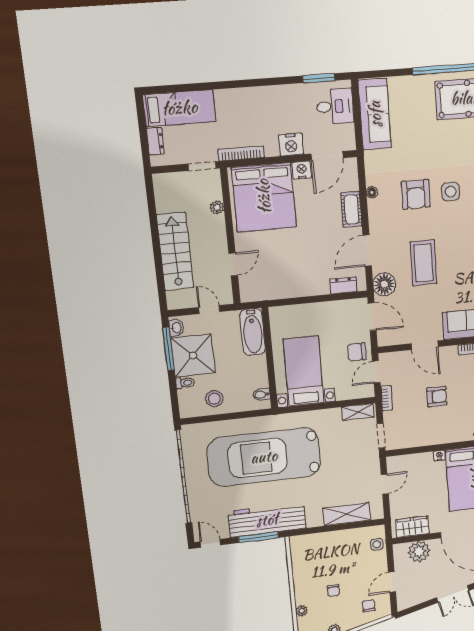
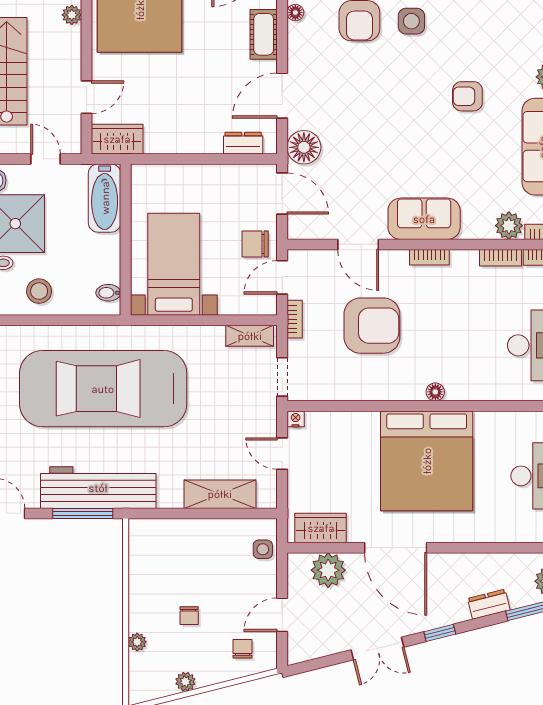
coffee table: (423, 263) -> (364, 121), removed
wardrobe: (257, 291) -> (117, 139), added
armchair: (437, 397) -> (372, 326), width x1.88, depth x1.88
nightstand: (439, 456) -> (296, 419), moved
door: (385, 484) -> (282, 454), swing flipped

